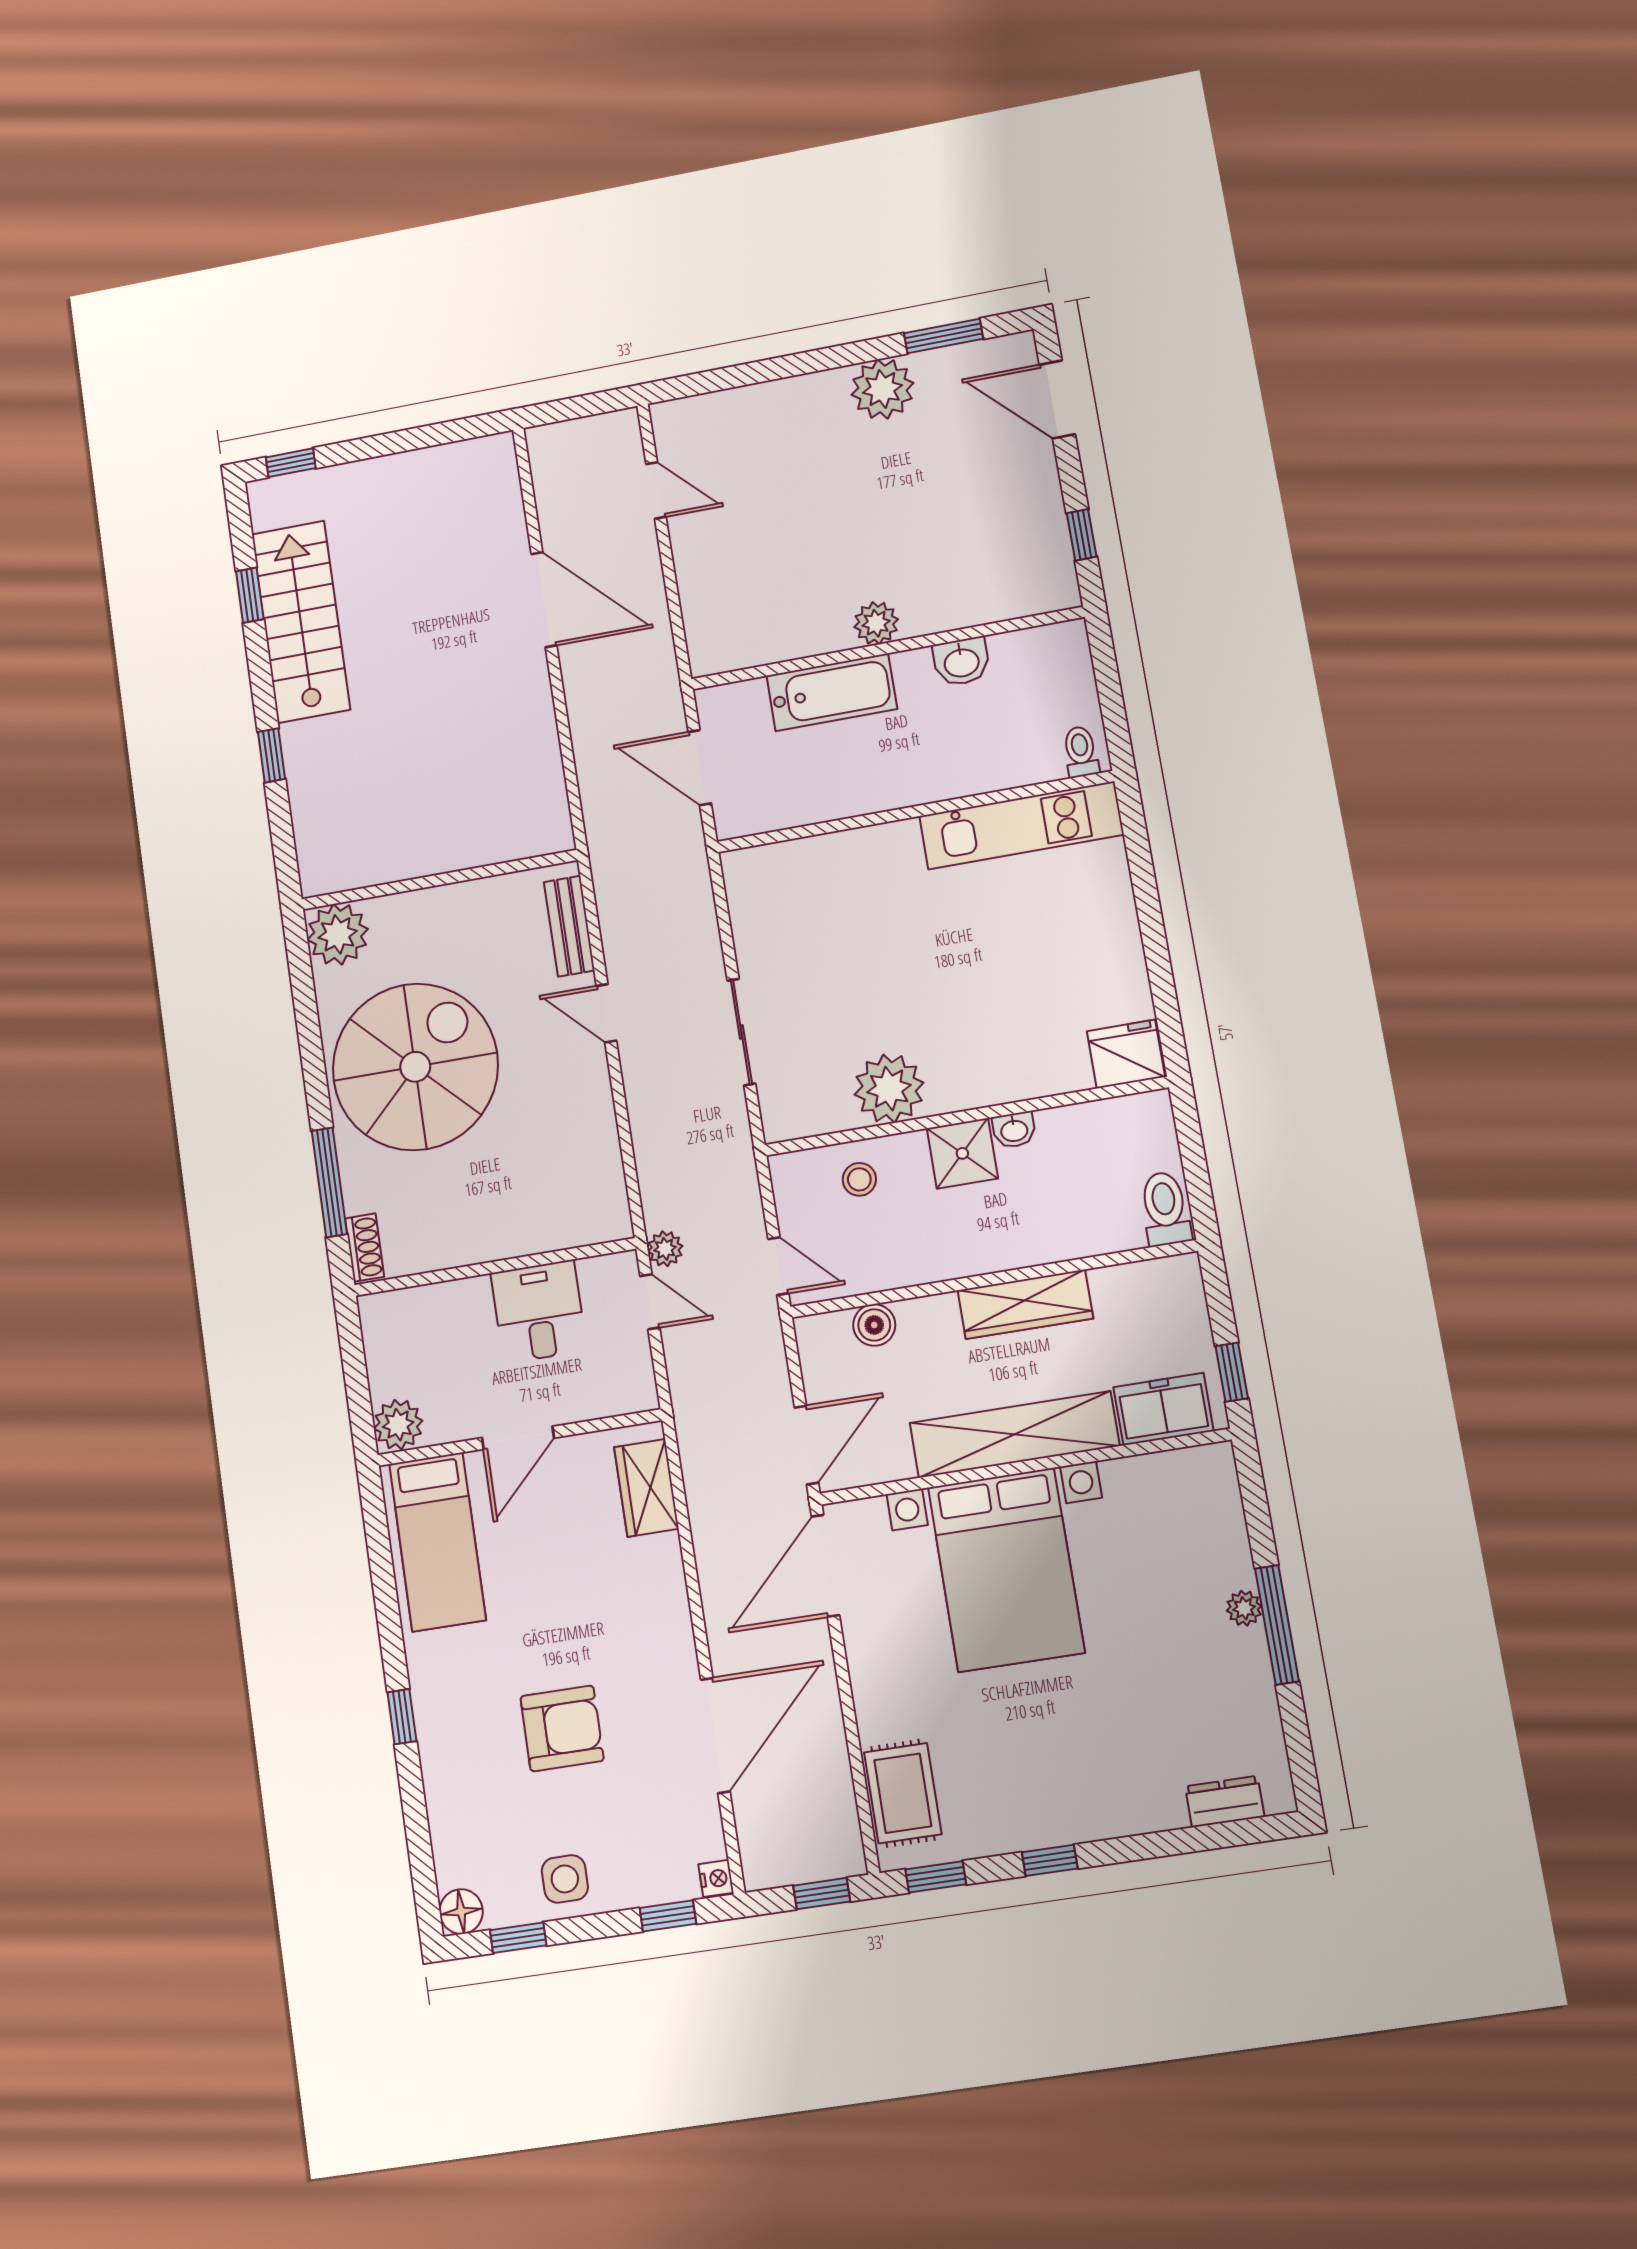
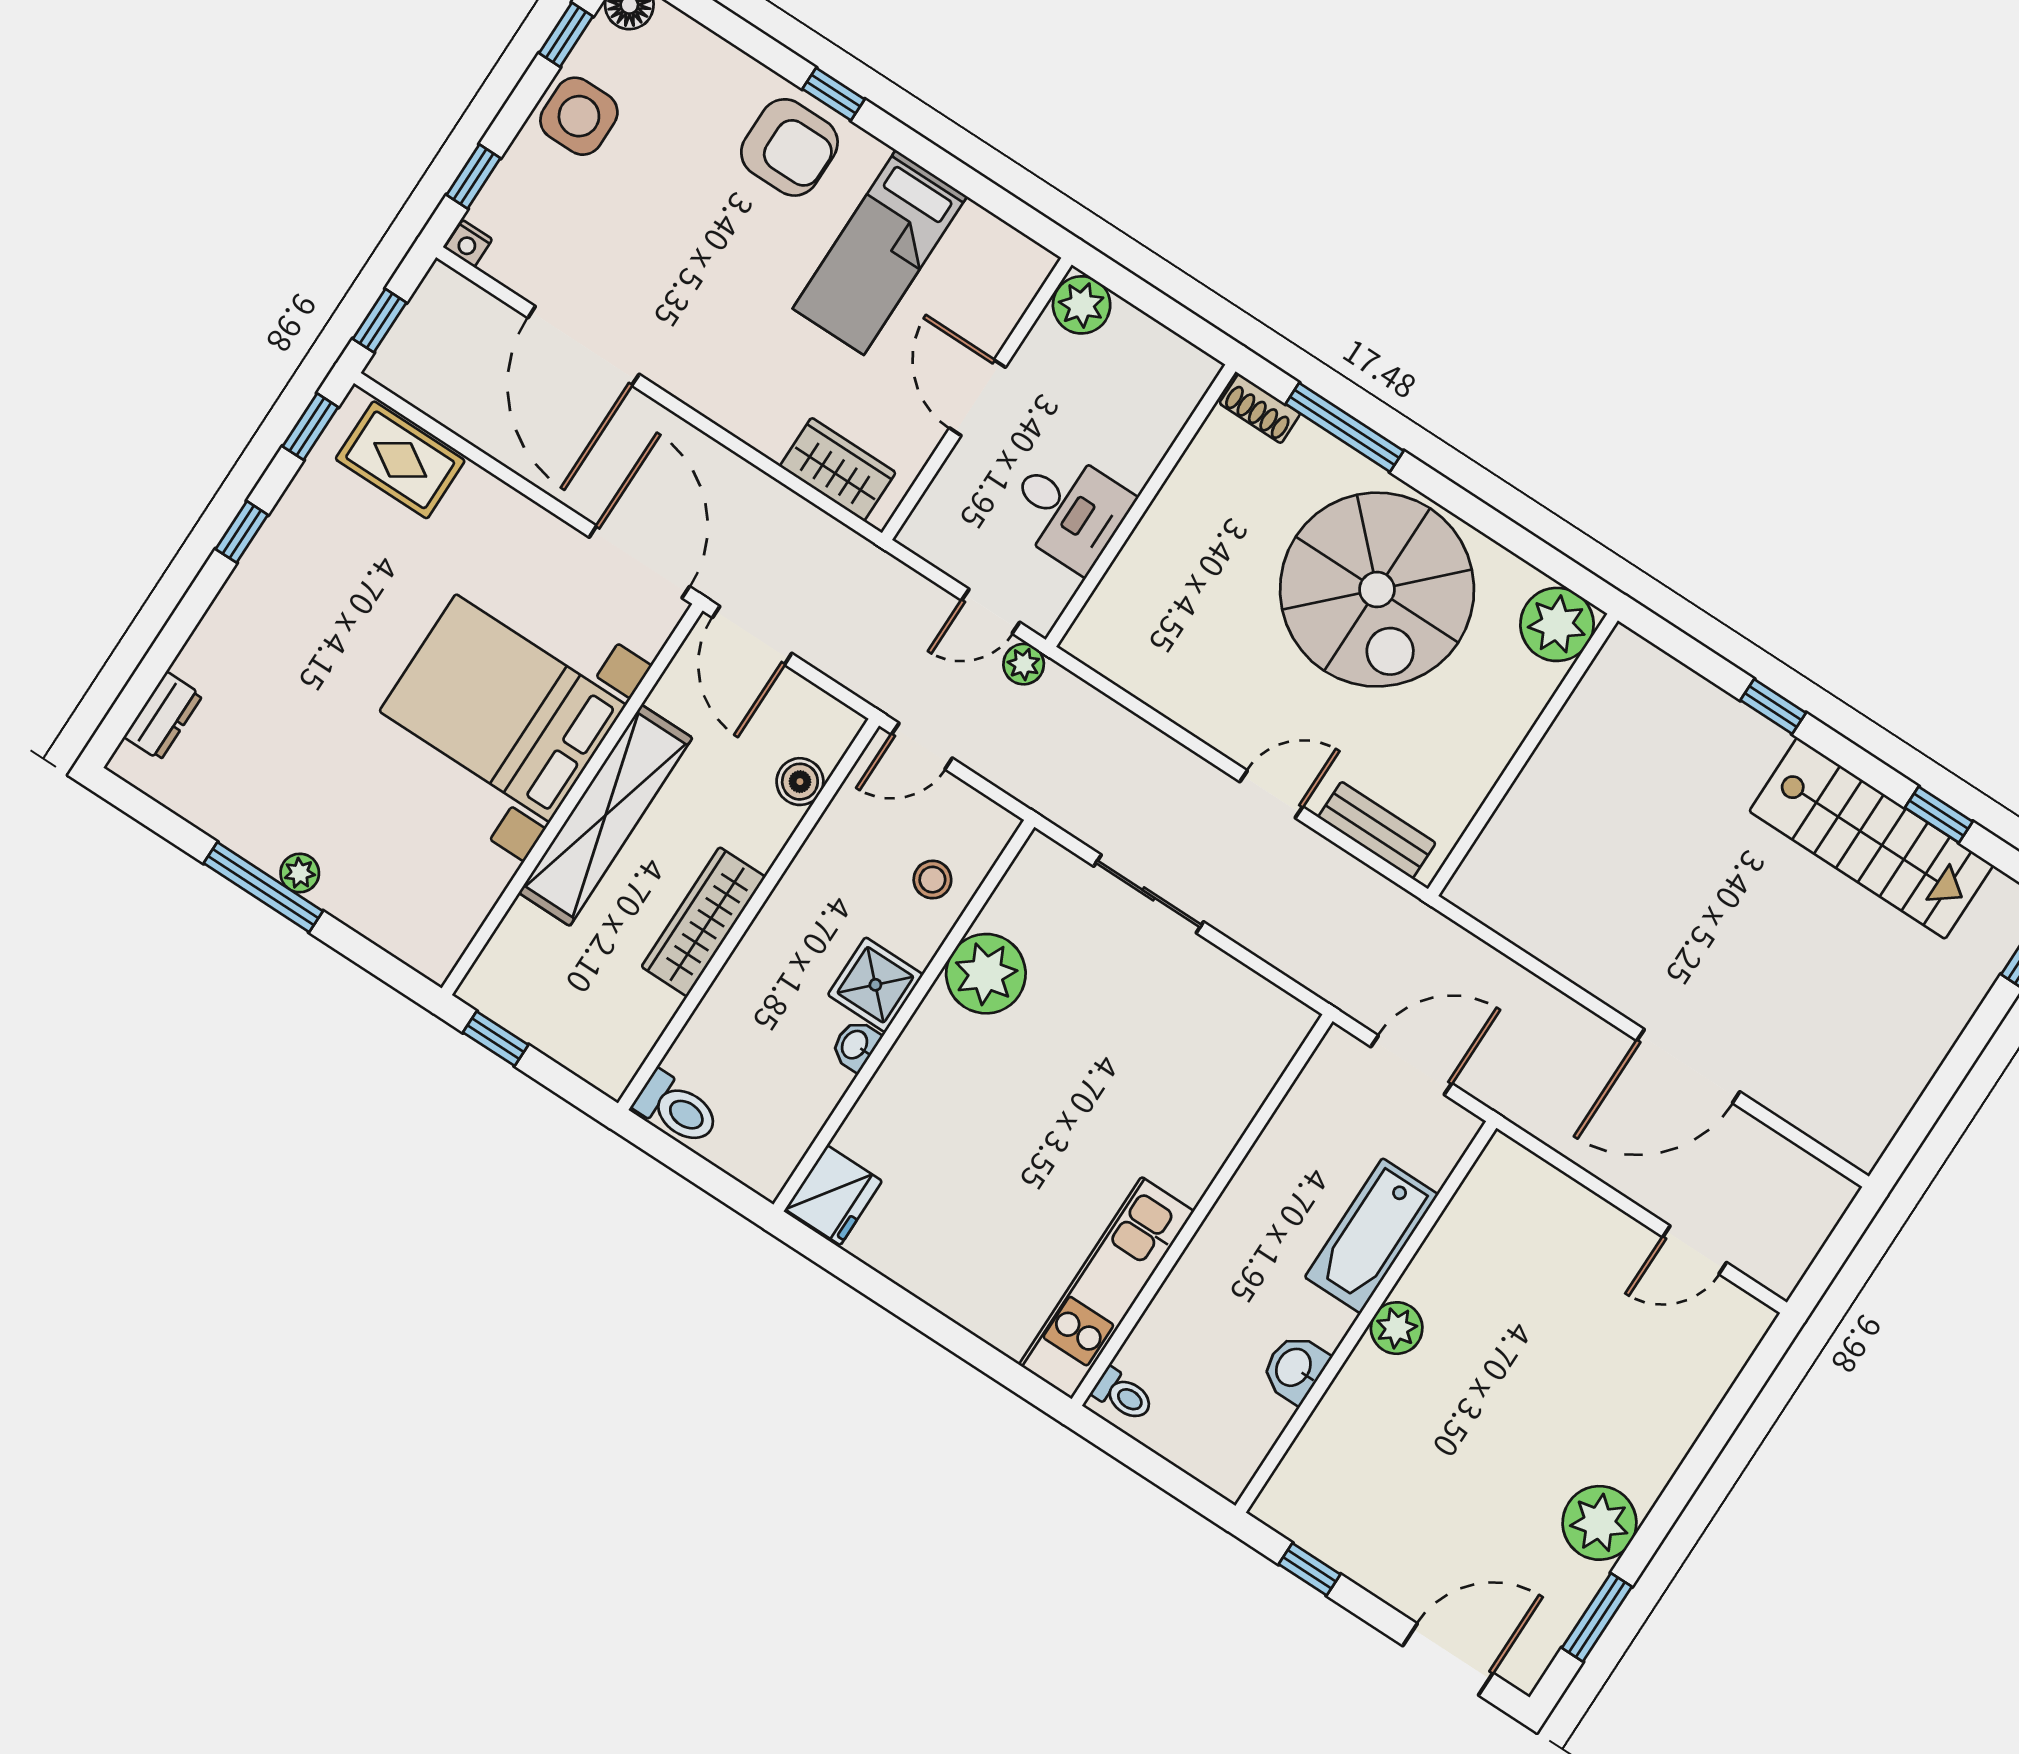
freezer: (1163, 1409) -> (516, 956), removed
bed: (437, 1542) -> (880, 252), moved, turned -90
armchair: (562, 1728) -> (789, 147), moved, turned -90
side table: (565, 1879) -> (579, 116), width x1.37, depth x1.37

